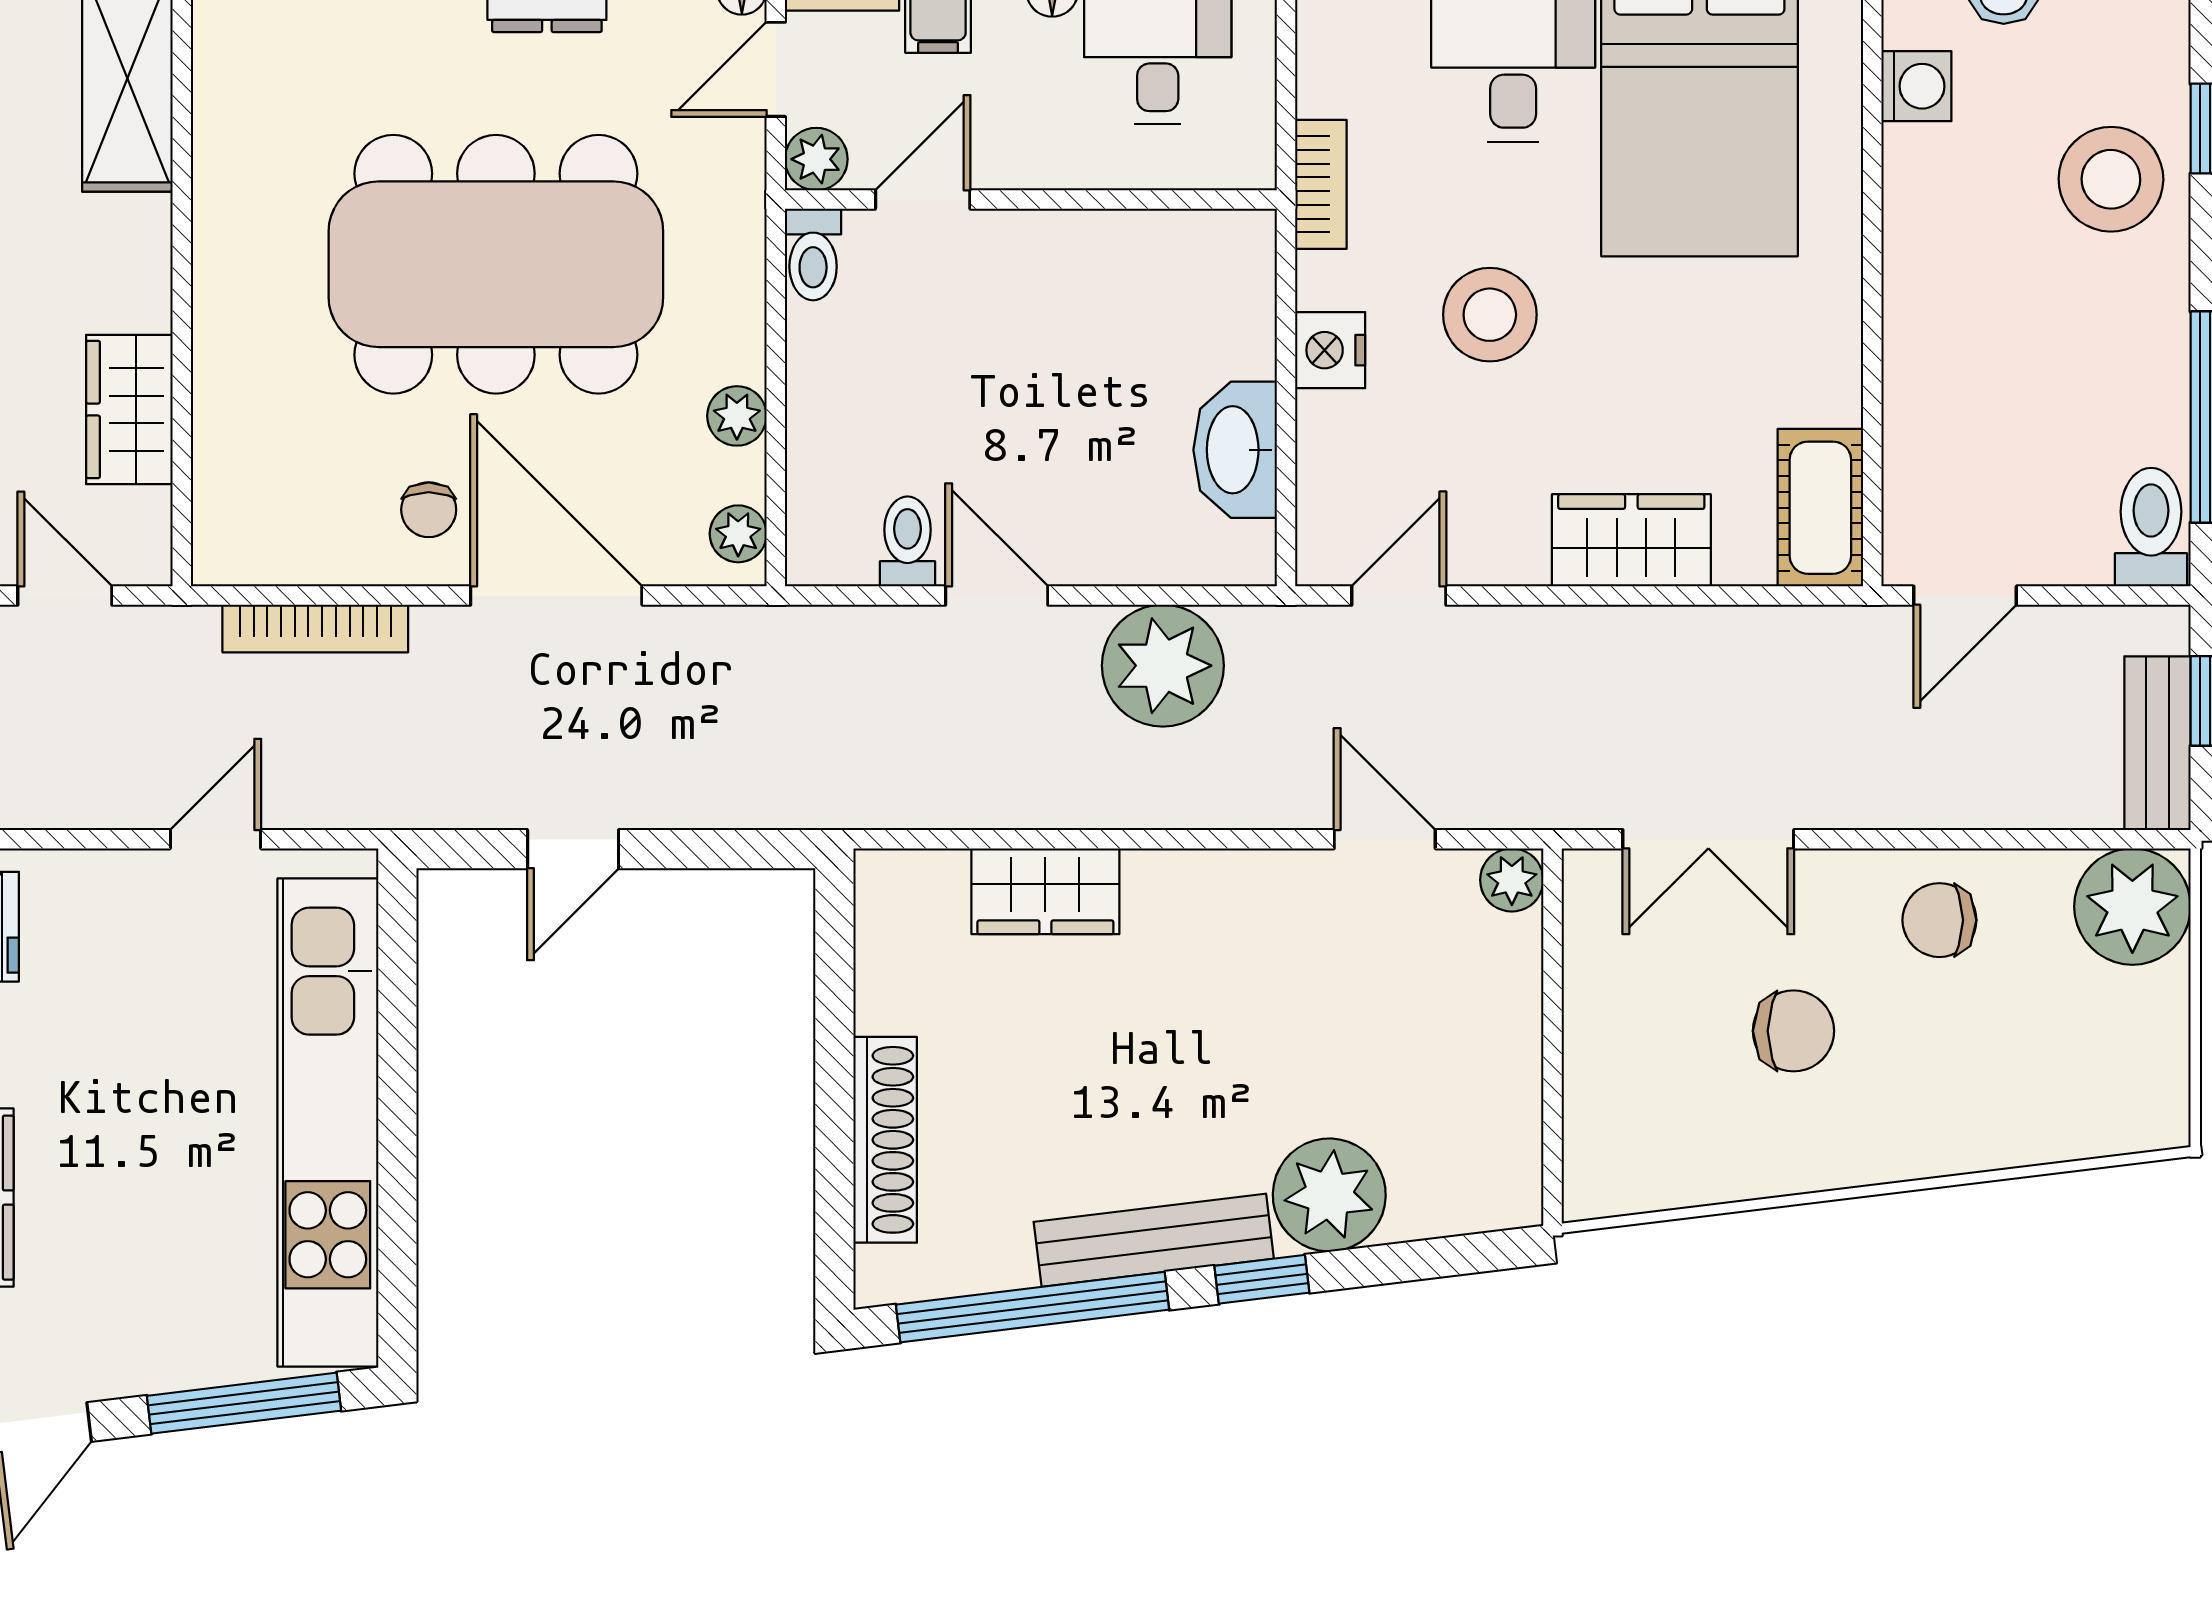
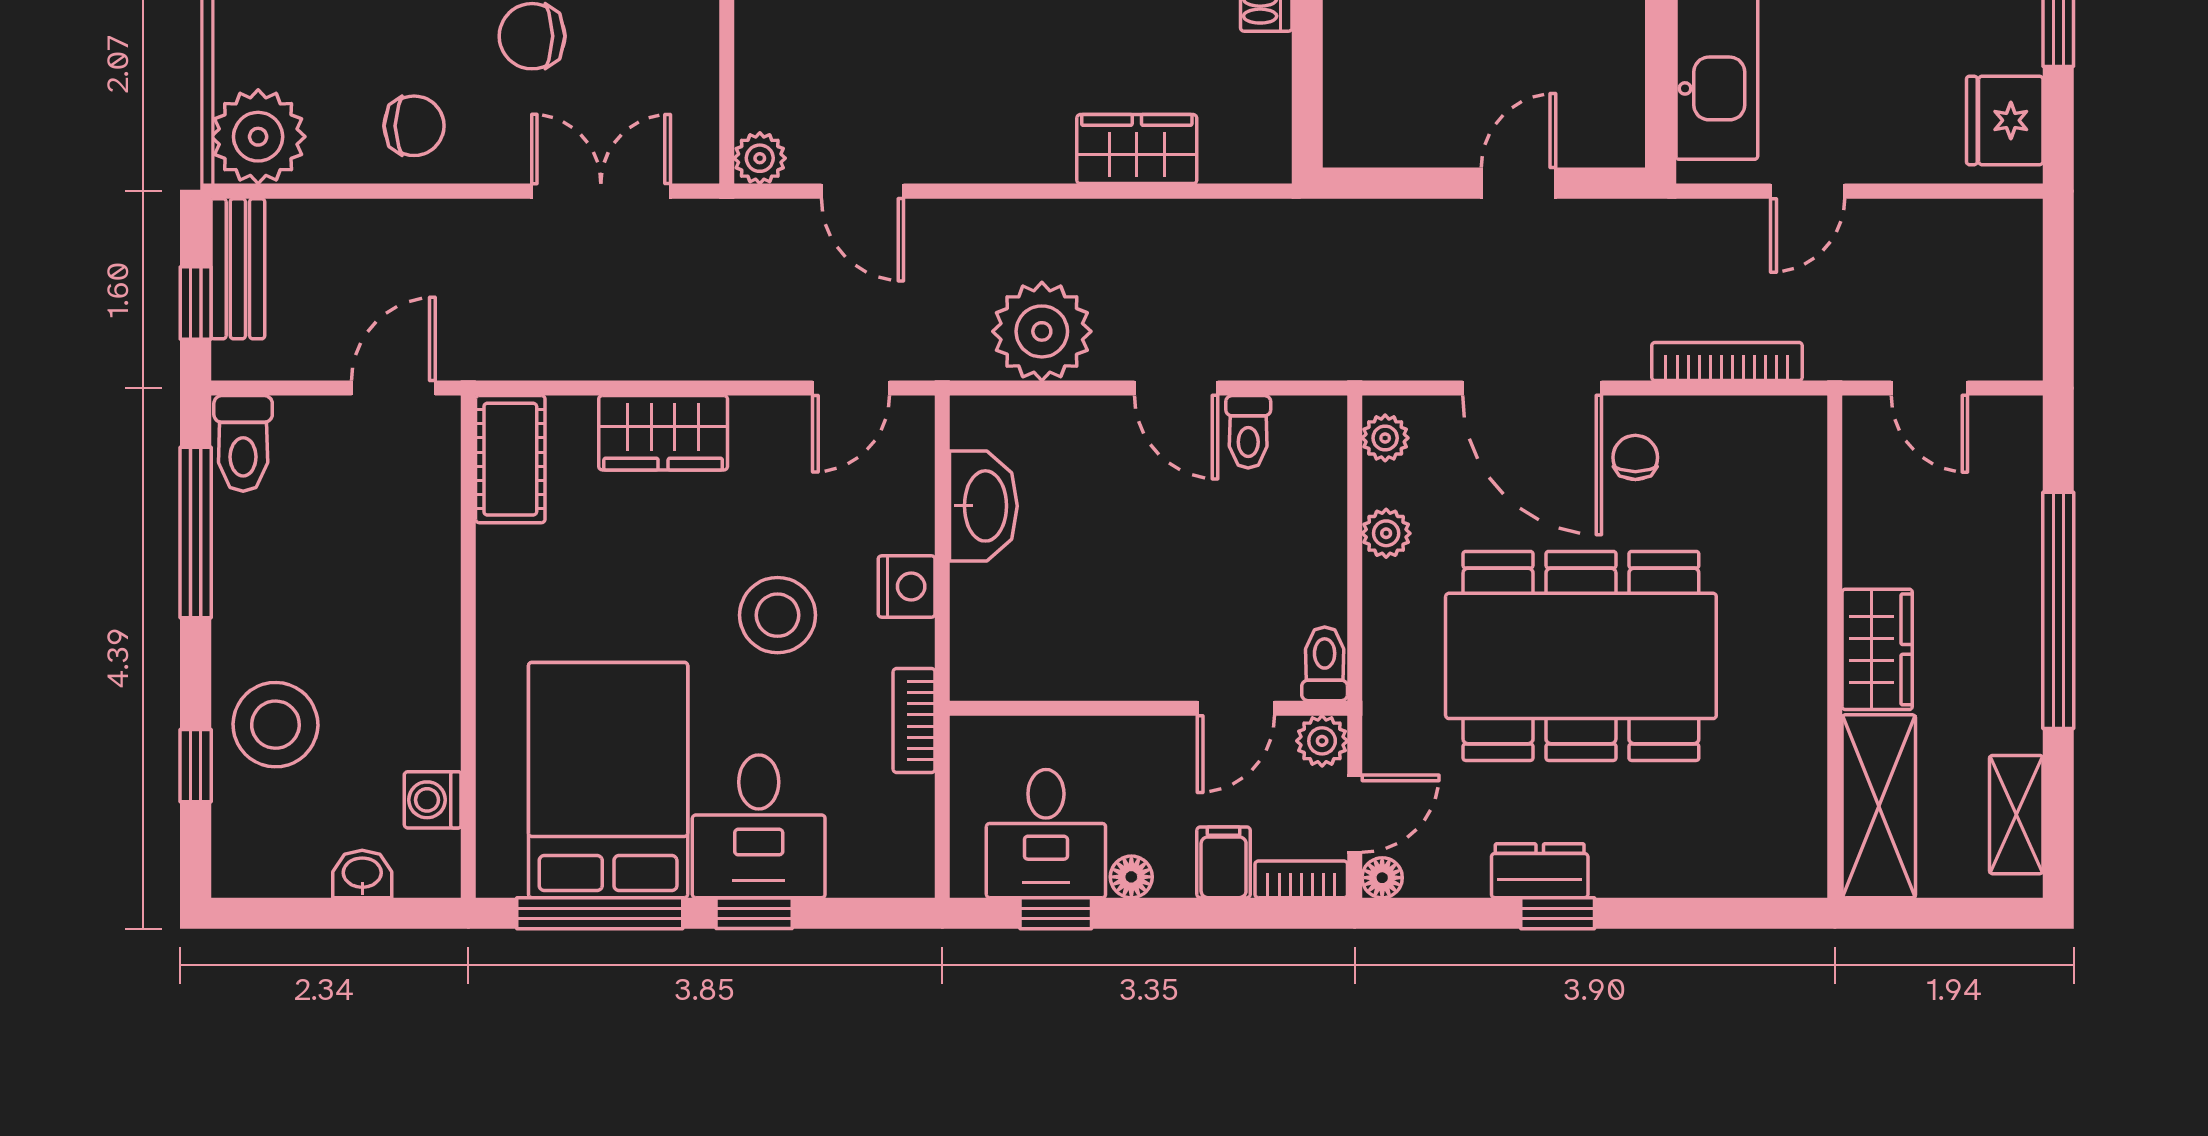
wardrobe: (129, 410) -> (1877, 649), moved

